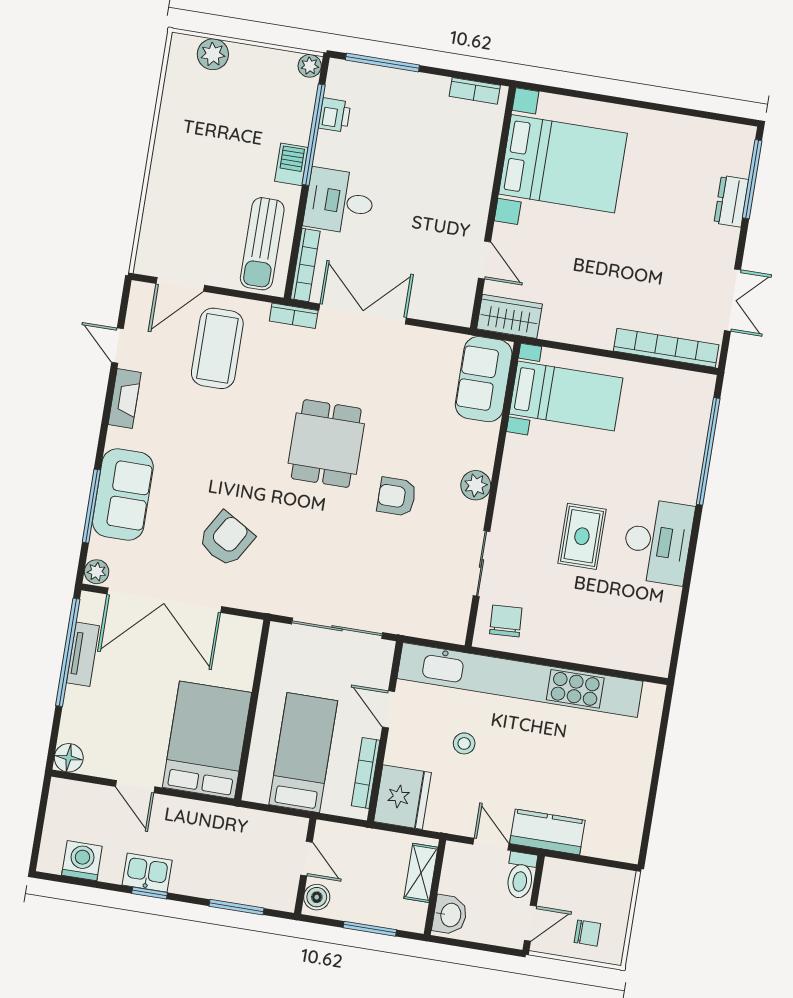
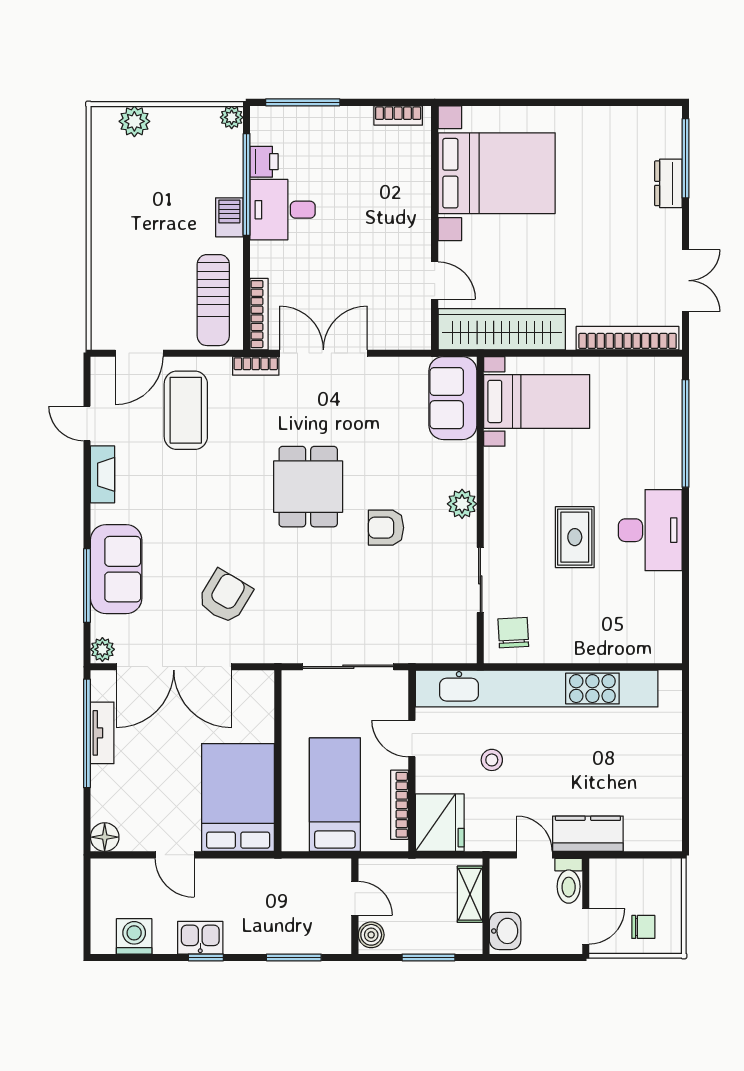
desk: (339, 201) -> (283, 210), moved
wardrobe: (509, 316) -> (502, 329), width x2.10, depth x1.17

